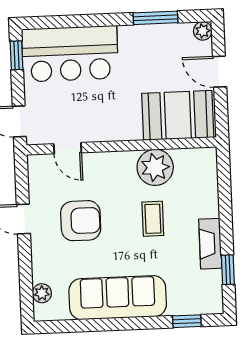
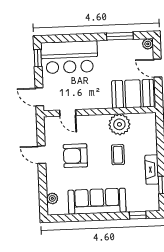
armchair: (81, 221) -> (75, 156), turned 180

